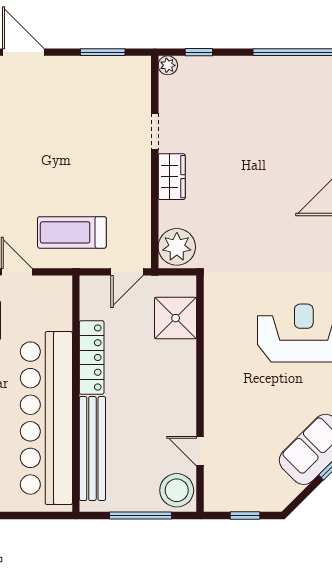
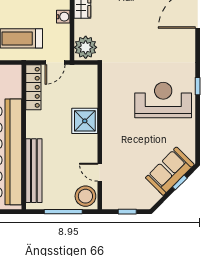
water cooler: (140, 197) -> (63, 17), added
shower: (176, 318) -> (85, 121), moved
locker: (92, 357) -> (33, 87), moved

